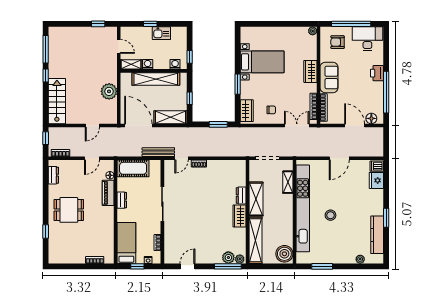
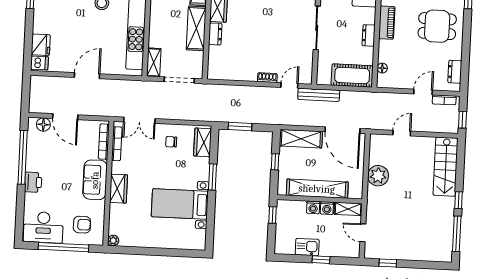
washing machine: (175, 64) -> (313, 207), moved
door: (92, 158) -> (423, 92), moved
shelving: (288, 182) -> (154, 62), moved
piano: (108, 193) -> (387, 23), moved

